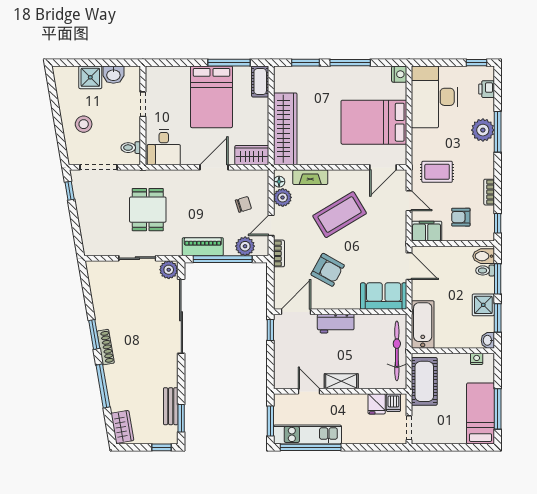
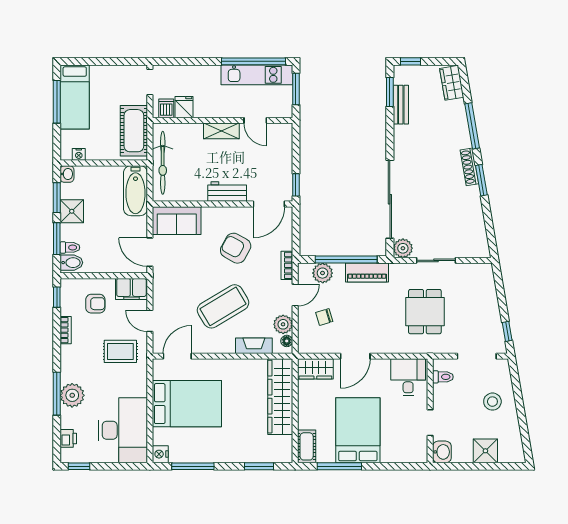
window: (350, 63) -> (193, 466), moved
washbasin: (113, 75) -> (442, 452), moved, turned 90

